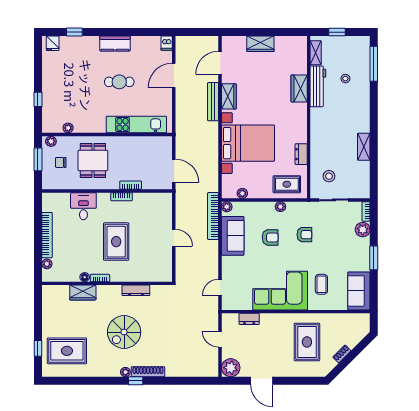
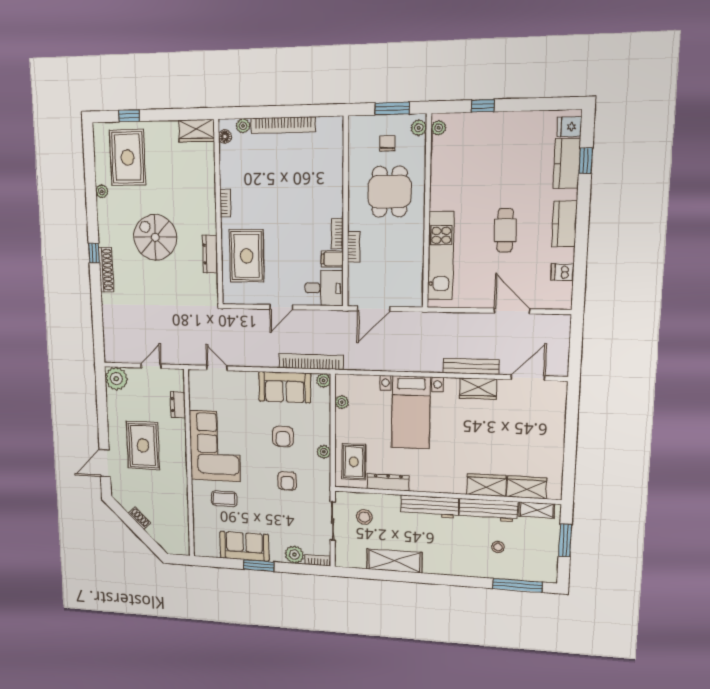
window: (337, 32) -> (565, 540), width x1.50
dishwasher: (167, 43) -> (563, 272), moved
kitchen counter: (76, 44) -> (567, 163), added
wardrobe: (260, 44) -> (527, 487), moved, turned 90
door: (220, 63) -> (528, 378), hinge flipped
plant: (68, 128) -> (439, 128), moved
workbench: (318, 128) -> (429, 507), added
bed with nightstands: (248, 143) -> (411, 412), width x0.73
shelving: (364, 147) -> (394, 561), width x1.50, depth x1.33
dresser: (301, 154) -> (388, 482), width x1.44
dining table: (93, 160) -> (389, 192), turned 90
filing cabinet: (139, 200) -> (332, 259), added
desk: (83, 206) -> (324, 288), moved
rug: (116, 242) -> (247, 256), moved, turned 90
floor lamp: (85, 277) -> (225, 137), moved
sofa: (359, 291) -> (244, 546), moved
wardrobe: (83, 292) -> (197, 131), moved, turned -90
rug: (307, 342) -> (143, 445), moved, turned 90
plant: (125, 372) -> (102, 191), moved
door: (262, 381) -> (105, 463), moved

